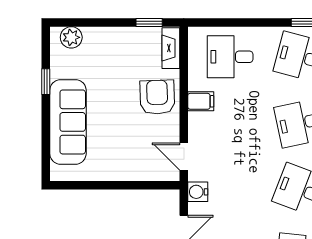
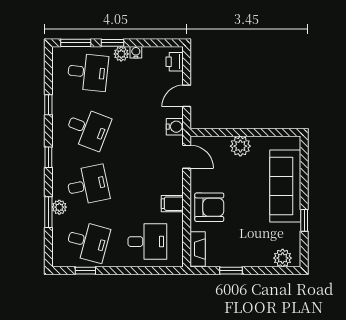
window: (149, 22) -> (231, 271), moved
armchair: (157, 97) -> (209, 207), turned -88
plant: (121, 169) -> (240, 146), added

